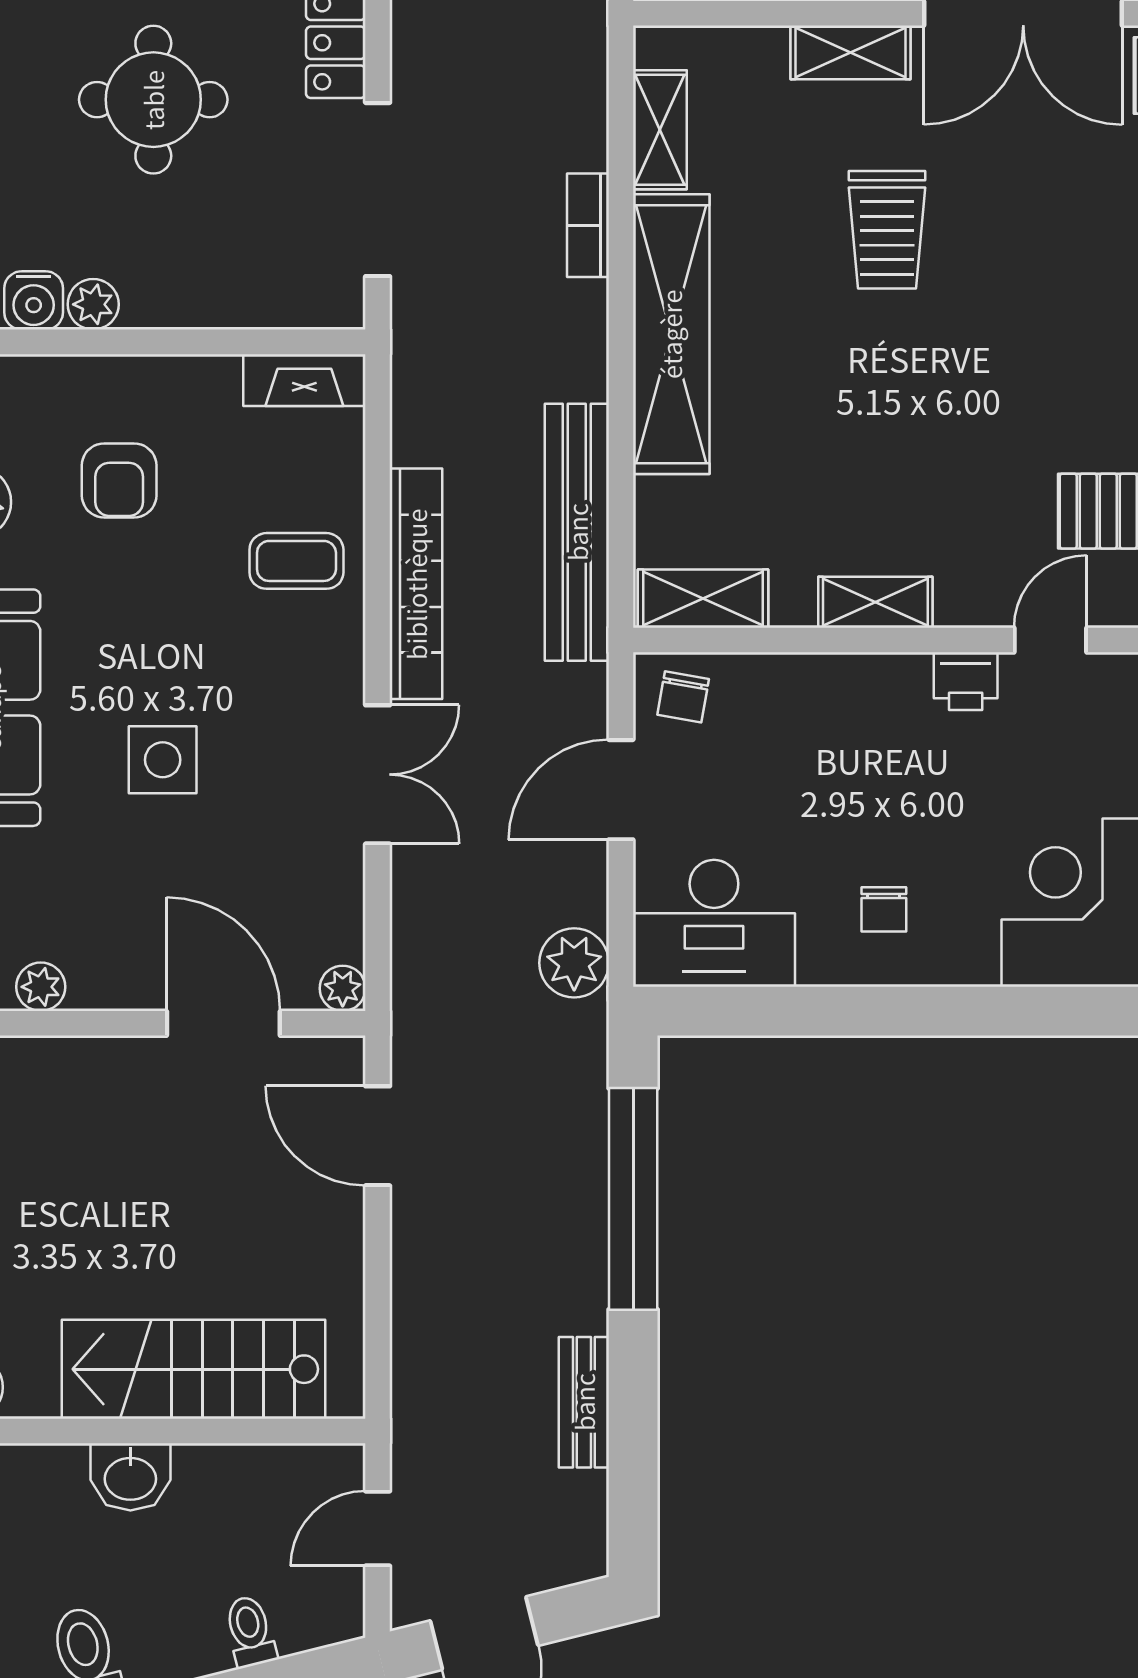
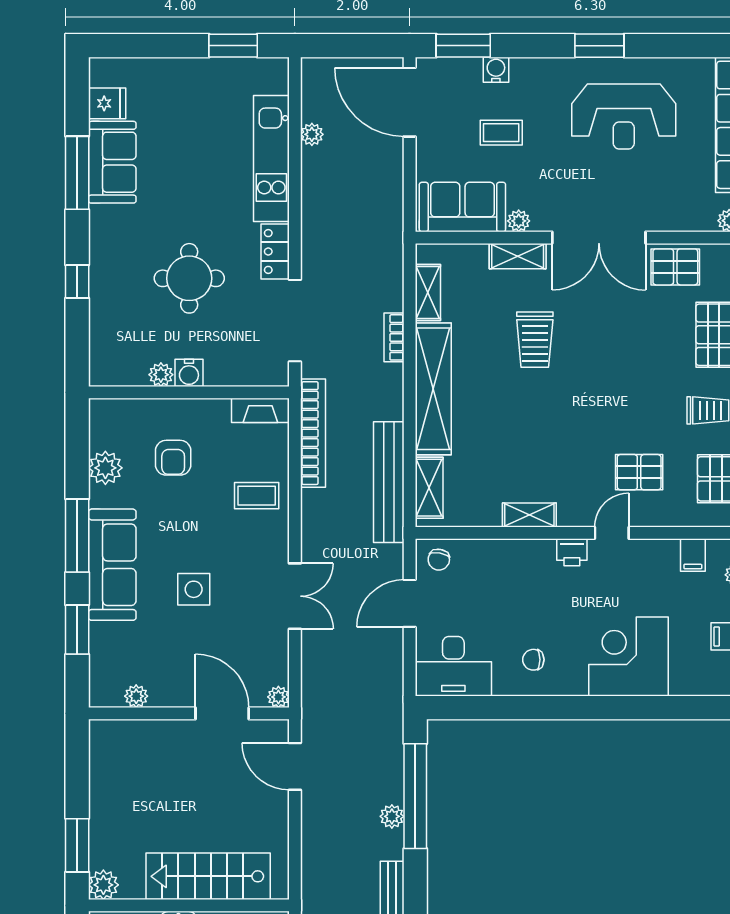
water cooler: (34, 300) -> (189, 373), moved
bookcase: (416, 584) -> (313, 433), moved
shelving: (703, 599) -> (429, 488), moved, turned 90
chair: (884, 909) -> (533, 660), turned 90
plant: (574, 963) -> (392, 816), moved, width x0.73, depth x0.73

